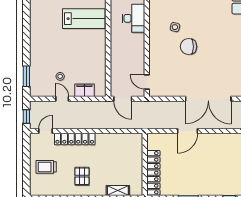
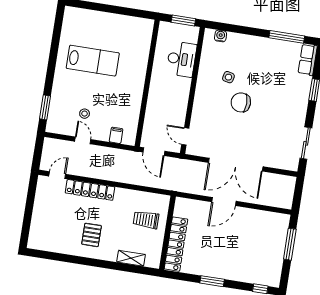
lab bench: (84, 19) -> (93, 61), moved
filing cabinet: (84, 90) -> (116, 135), width x0.50
double door: (208, 99) -> (236, 165), moved
window: (26, 116) -> (38, 154), removed
trolley: (46, 167) -> (146, 220), moved

